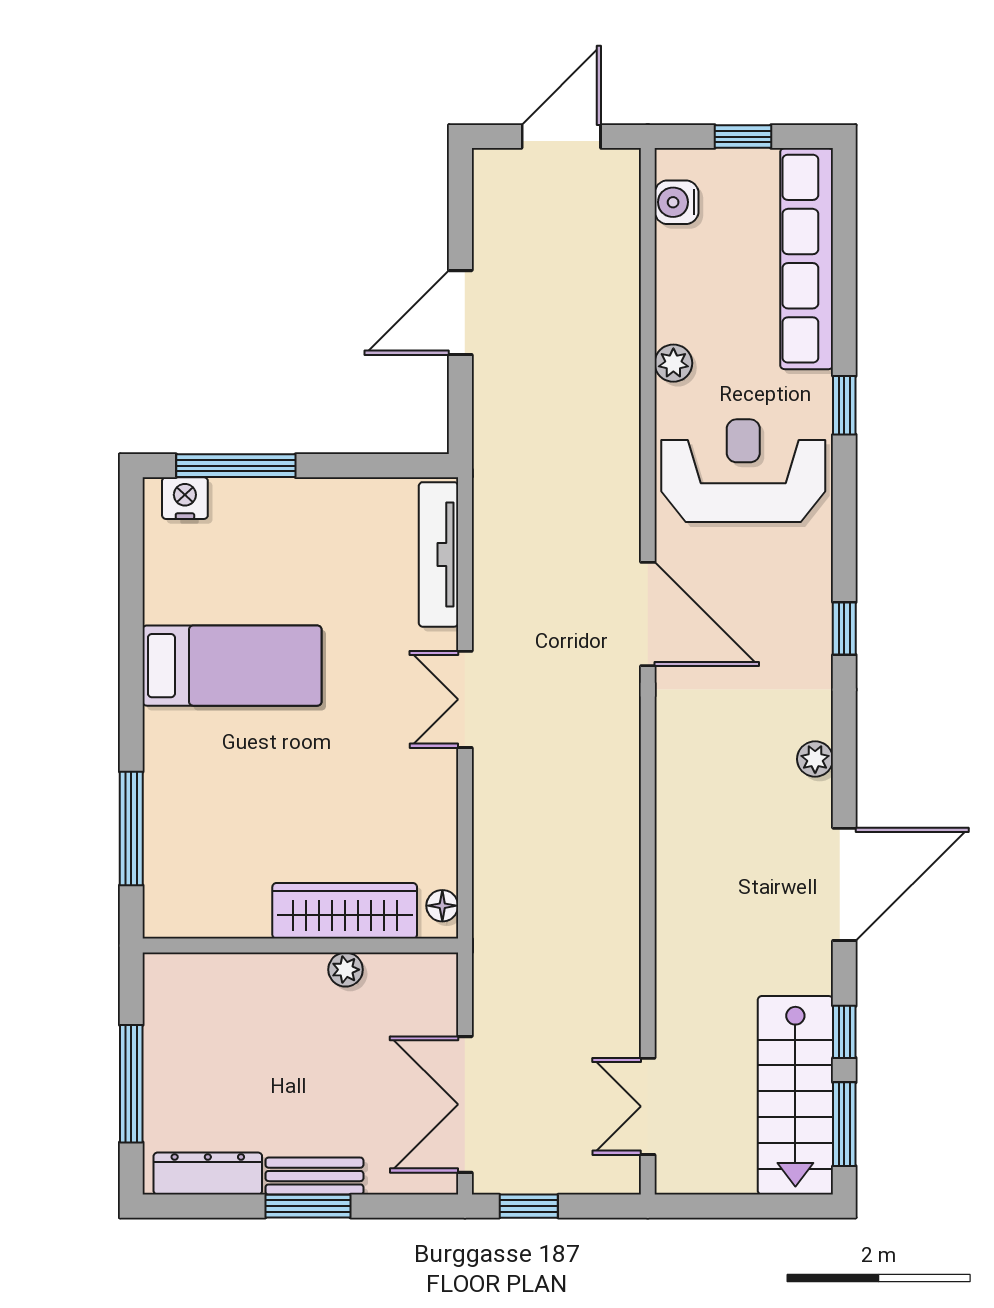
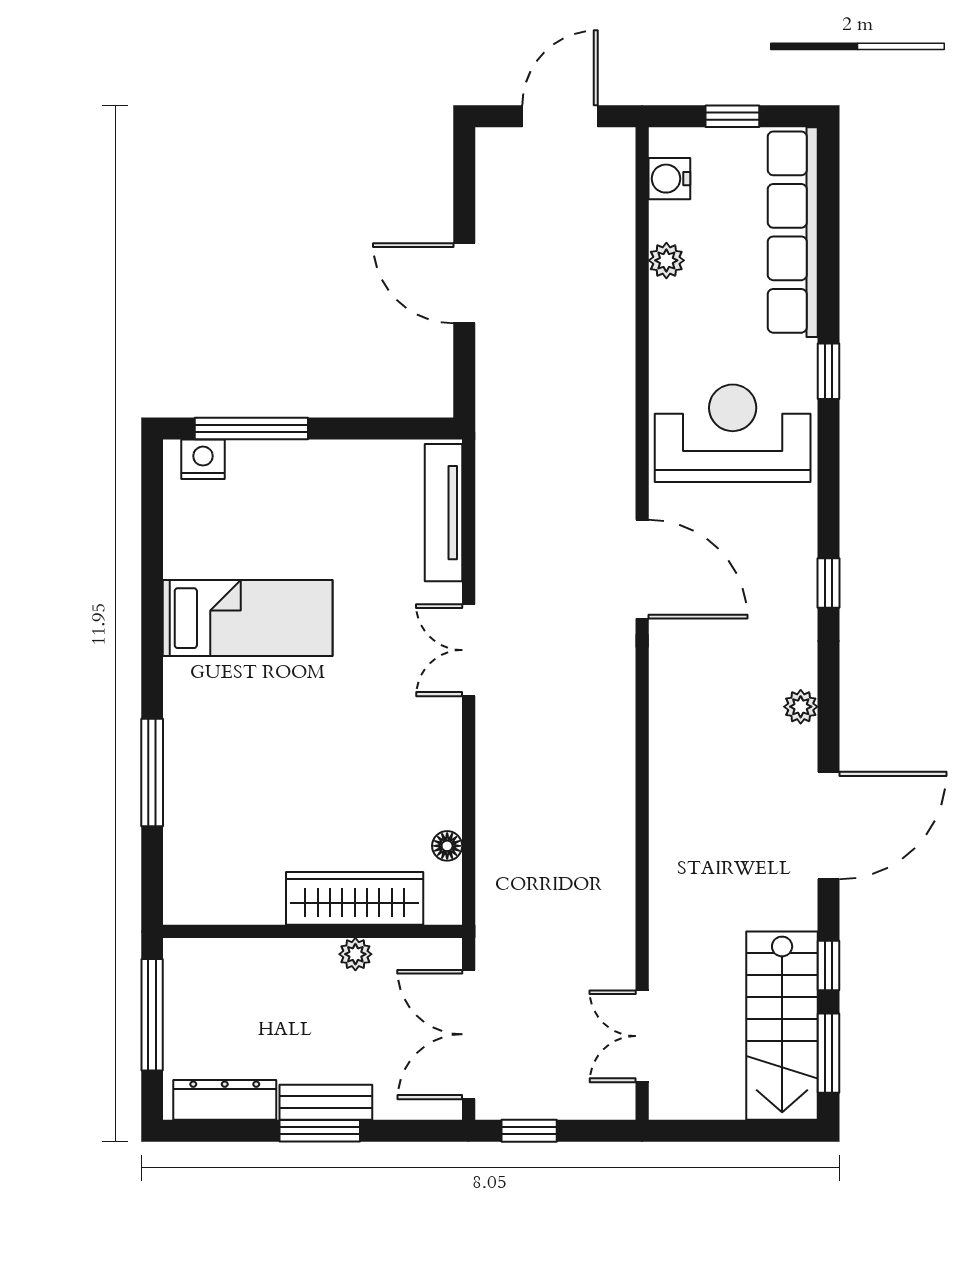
door: (460, 313) -> (464, 283), hinge flipped
plant: (673, 363) -> (666, 260), moved
wardrobe: (345, 911) -> (355, 898), moved
wall: (300, 946) -> (313, 931), moved
plant: (346, 970) -> (355, 954), moved

